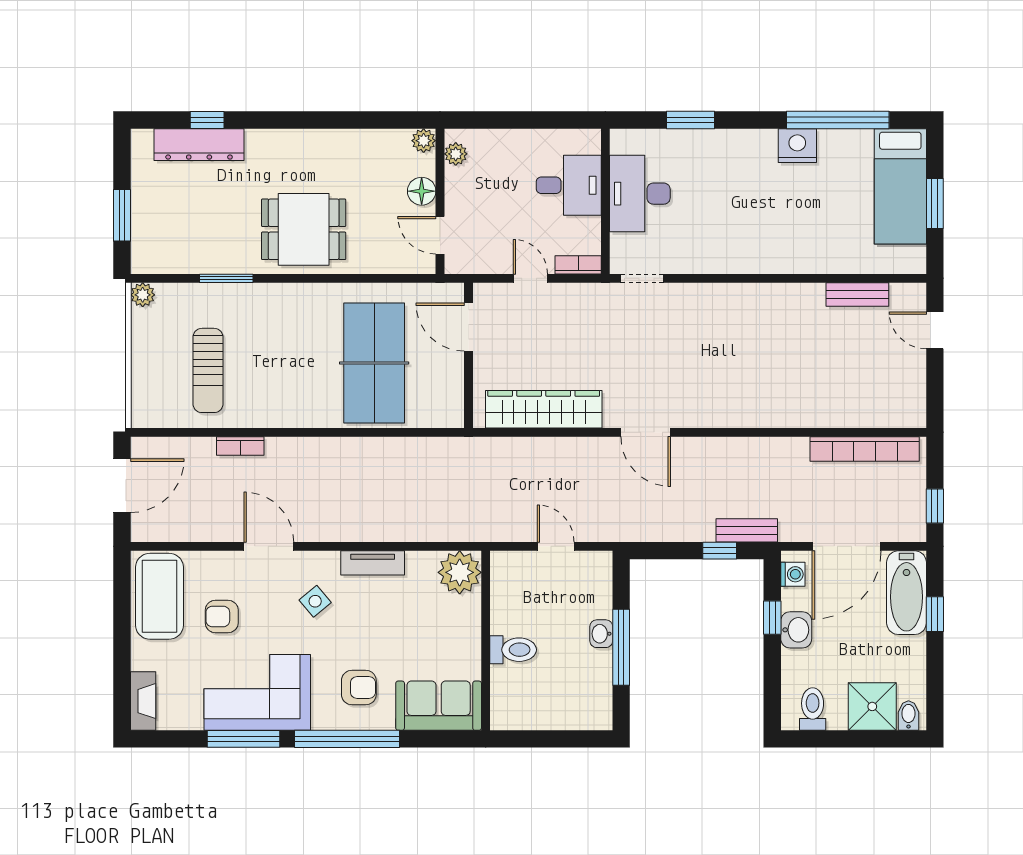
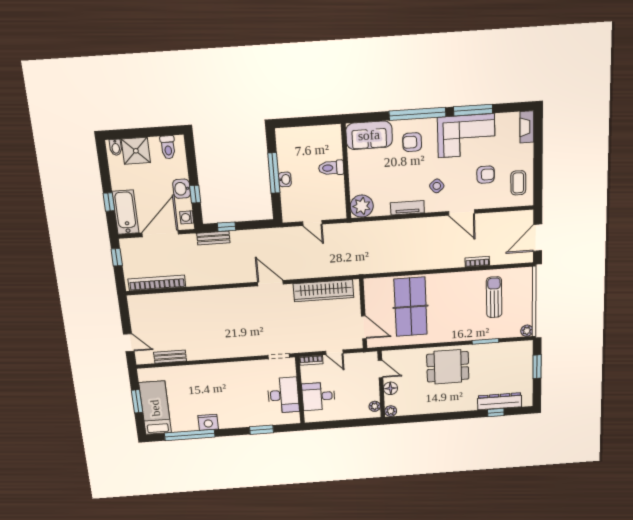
coffee table: (159, 596) -> (518, 183), width x0.54, depth x0.58

